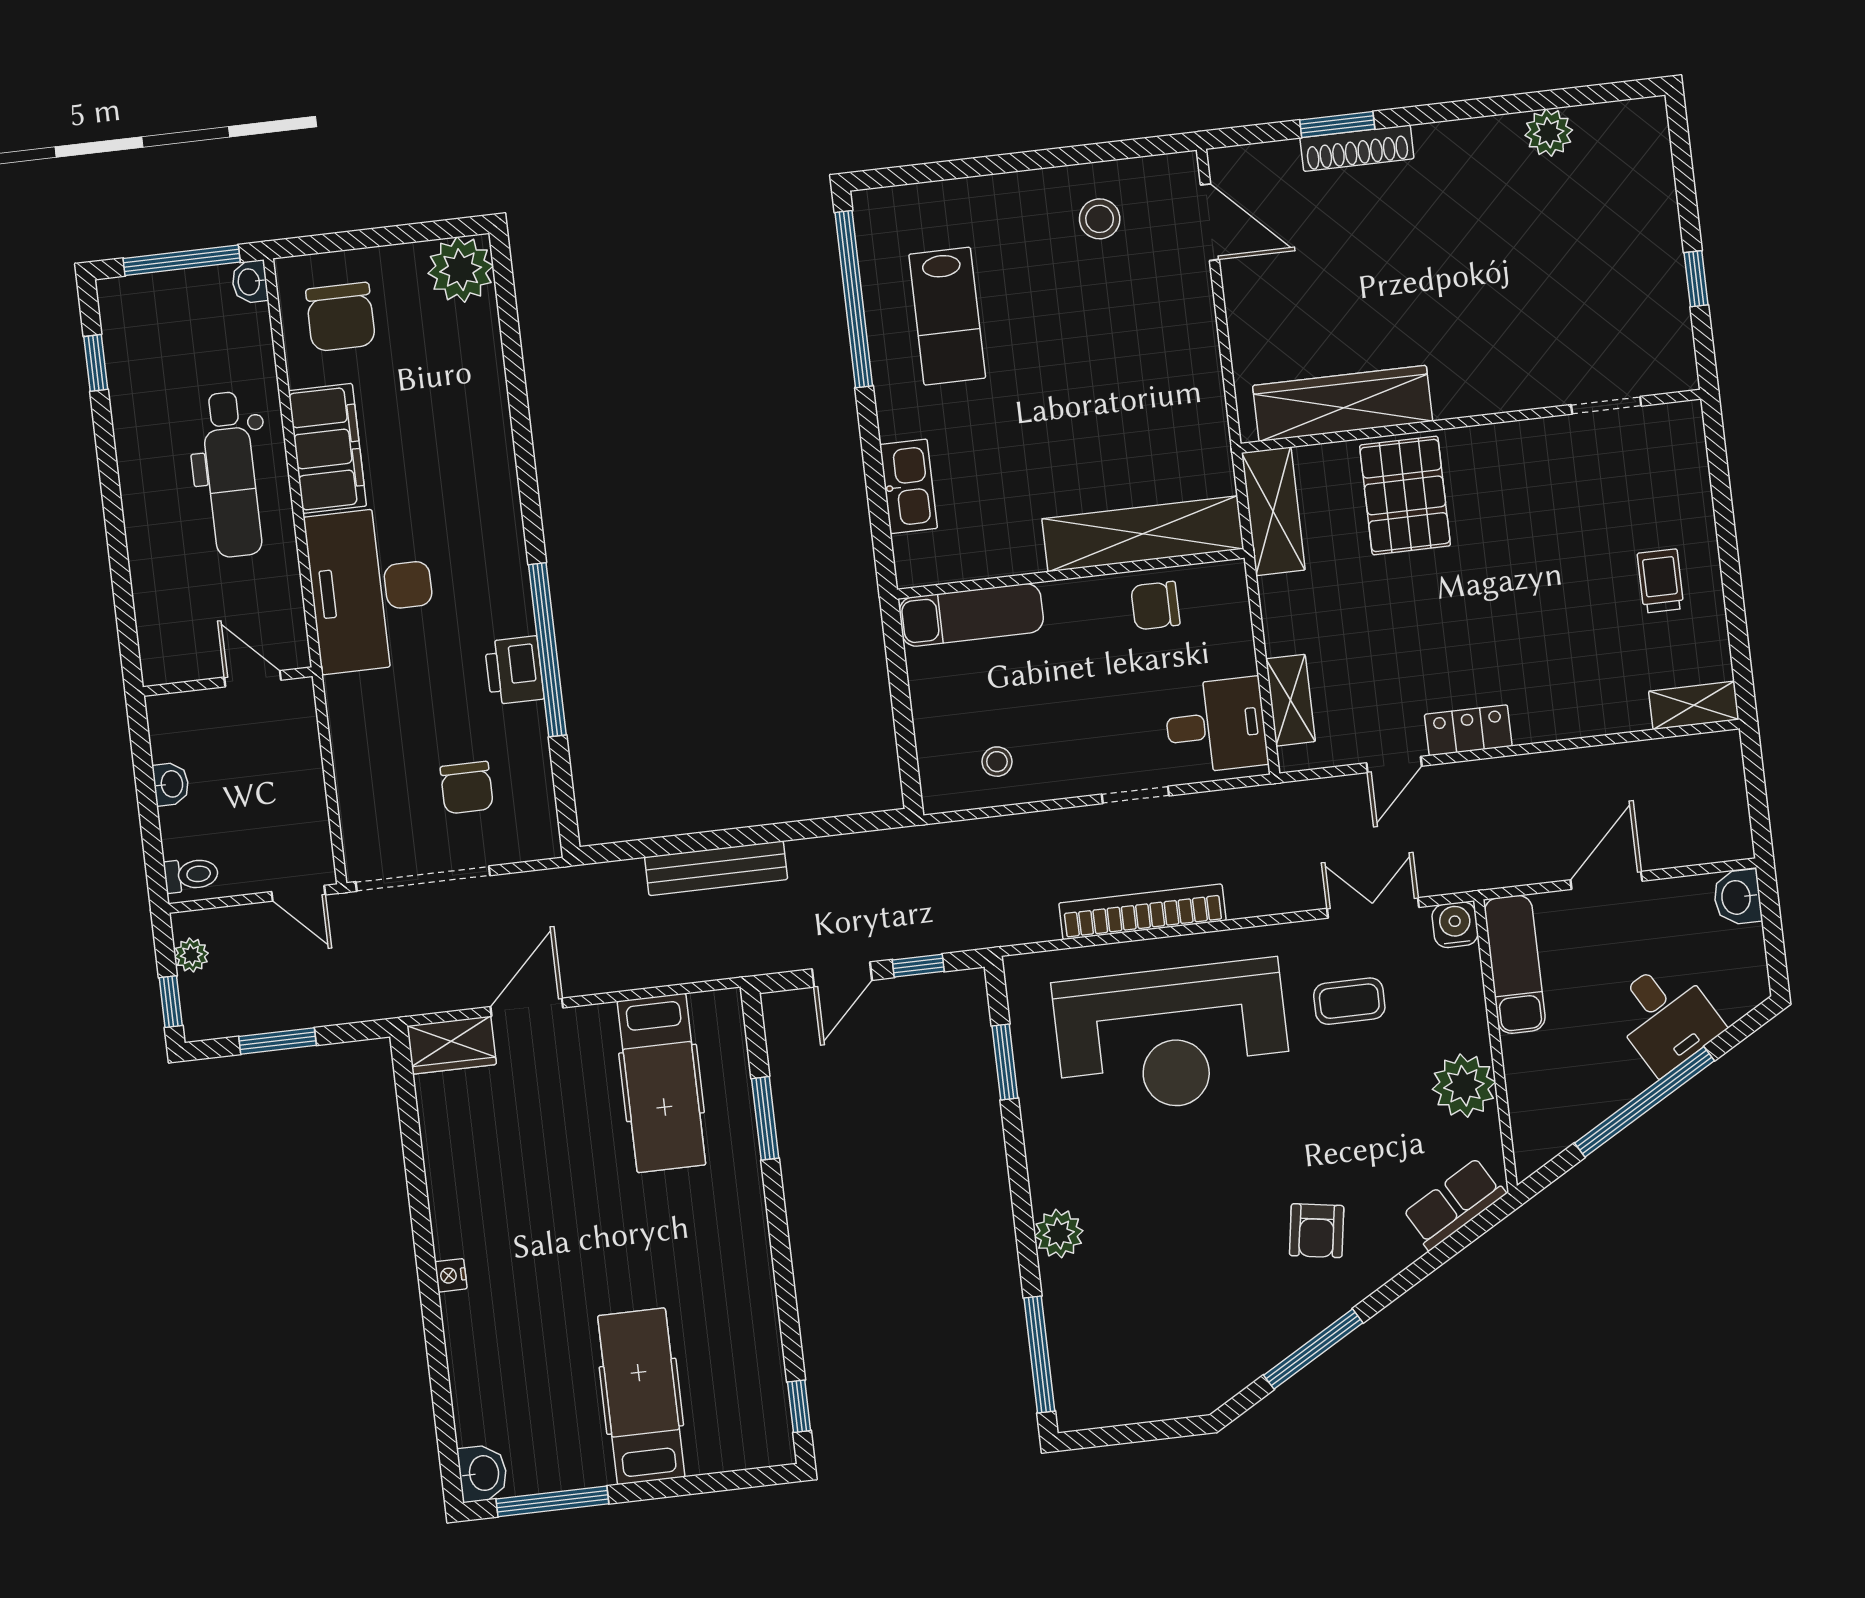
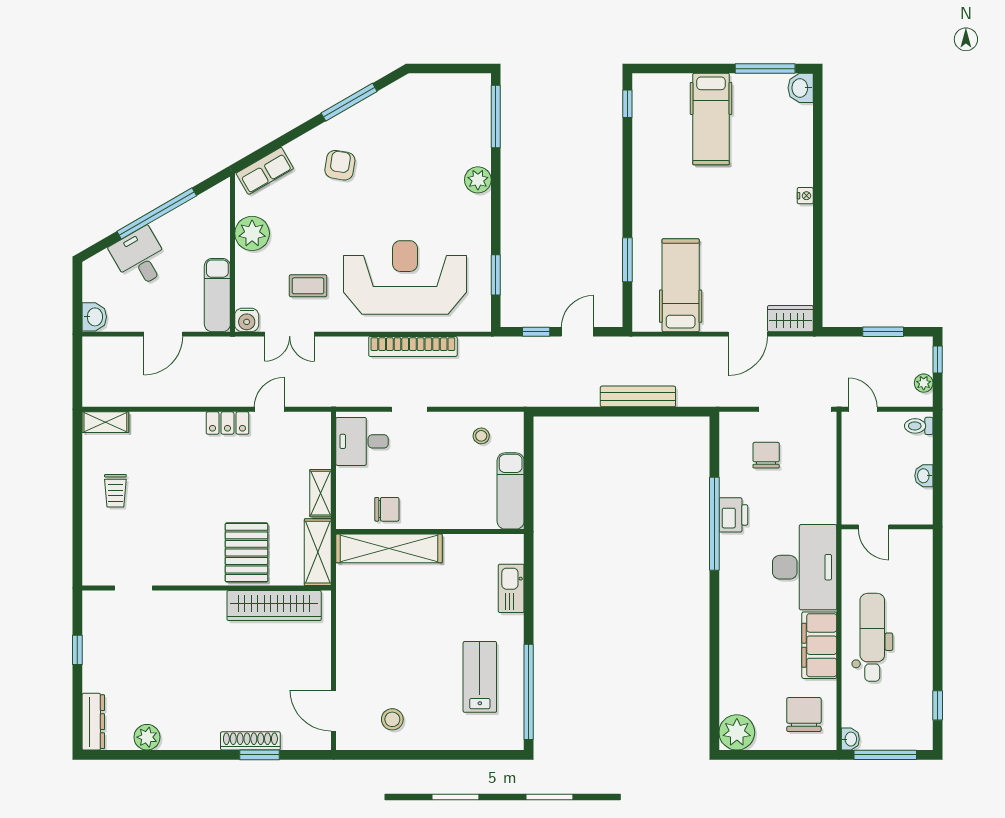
dresser: (1651, 150) -> (93, 722), added
exam couch: (971, 615) -> (511, 491), moved, turned -90
shelving: (1290, 700) -> (321, 493), moved

